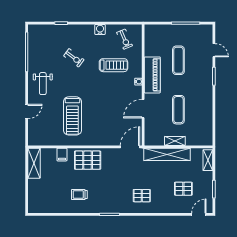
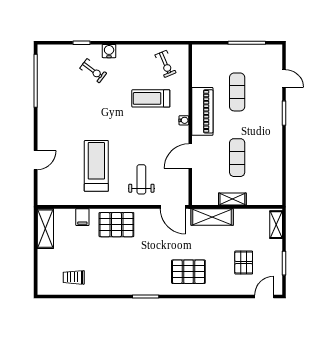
water cooler: (100, 29) -> (109, 51), moved
exercise bike: (74, 58) -> (93, 71), moved
treadmill: (113, 65) -> (151, 98), turned 180
weight bench: (43, 84) -> (141, 179), moved, turned 180
treadmill: (72, 116) -> (96, 166), turned 180
door: (130, 147) -> (173, 207), swing flipped
shelving: (167, 154) -> (212, 217), width x0.68
pallet: (183, 189) -> (244, 263), turned 90
trolley: (79, 195) -> (74, 277), moved
pallet: (142, 196) -> (188, 272), width x1.50, depth x1.42

